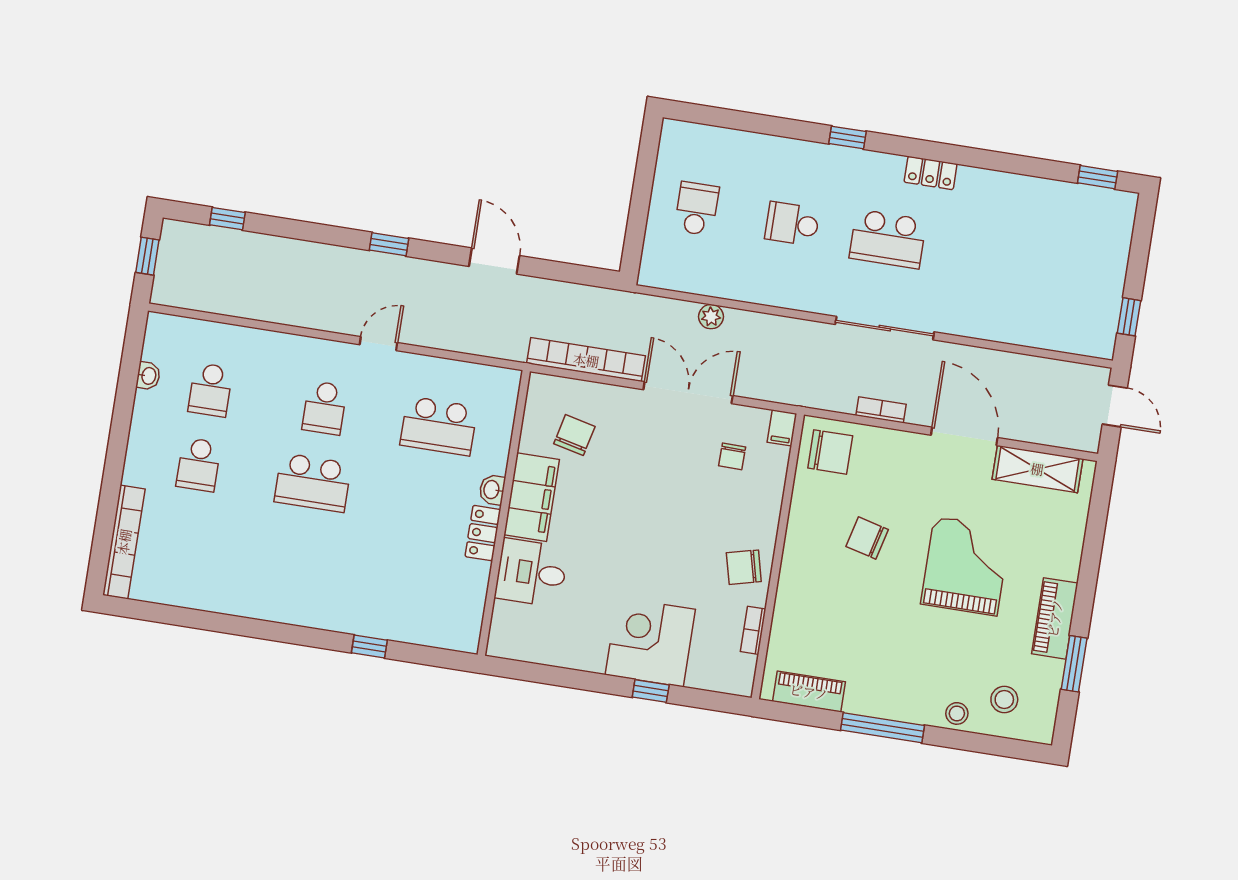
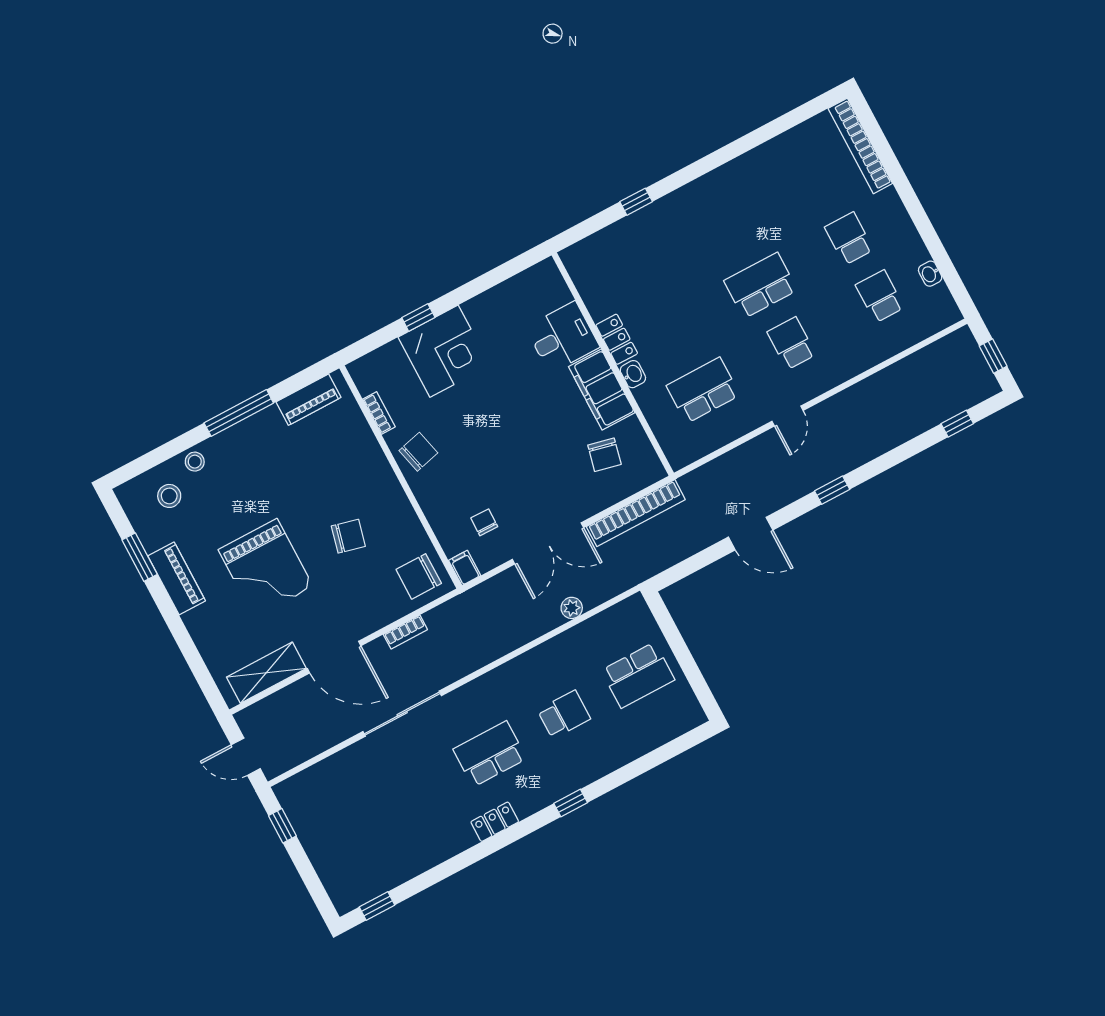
school desk: (697, 209) -> (638, 675), width x1.85
sliding door: (885, 328) -> (402, 714), moved

